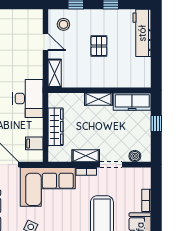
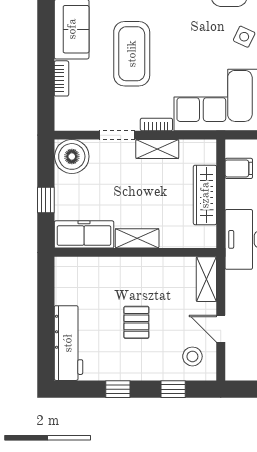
boiler: (135, 156) -> (72, 156), width x1.86, depth x1.86

